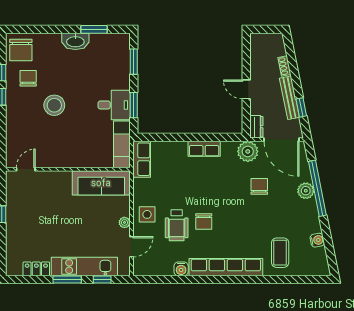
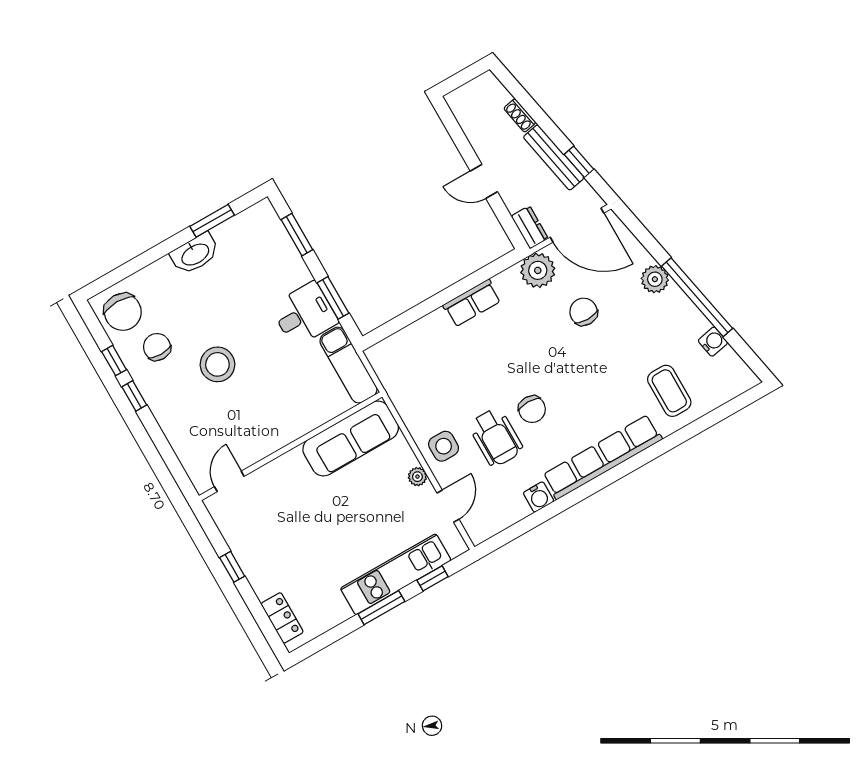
row of seats: (142, 159) -> (390, 370), removed
window: (317, 188) -> (697, 297), moved
locker: (36, 269) -> (282, 618), moved, turned 90

